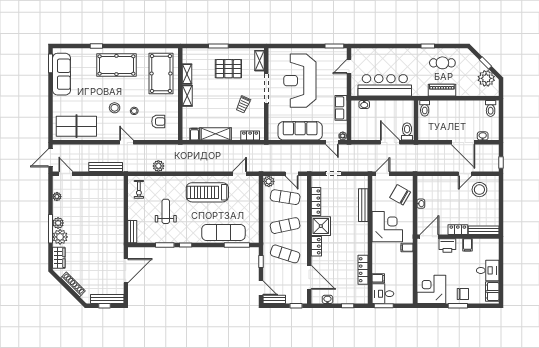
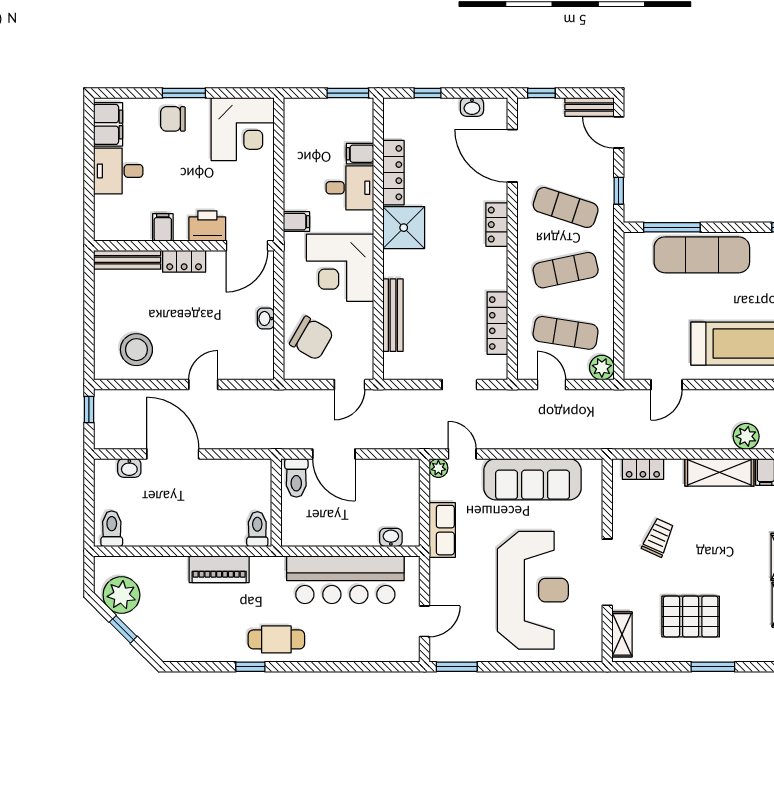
cafe table: (442, 63) -> (276, 639), moved
plant: (203, 150) -> (746, 436), added
door: (465, 174) -> (203, 385), moved
shower: (321, 226) -> (404, 228), moved
desk: (383, 294) -> (350, 188), moved

